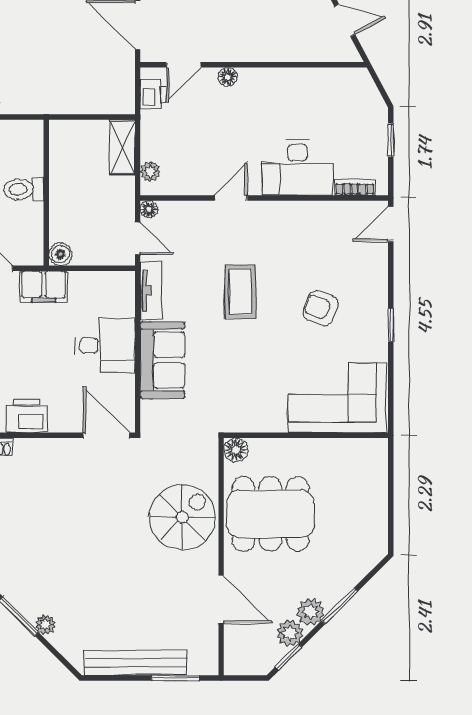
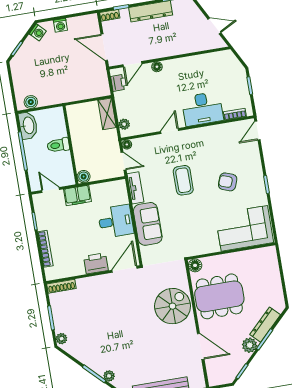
printer: (26, 416) -> (96, 263), moved
door: (106, 435) -> (125, 269), hinge flipped
dresser: (345, 579) -> (265, 325), added
plant: (290, 633) -> (240, 358), removed

